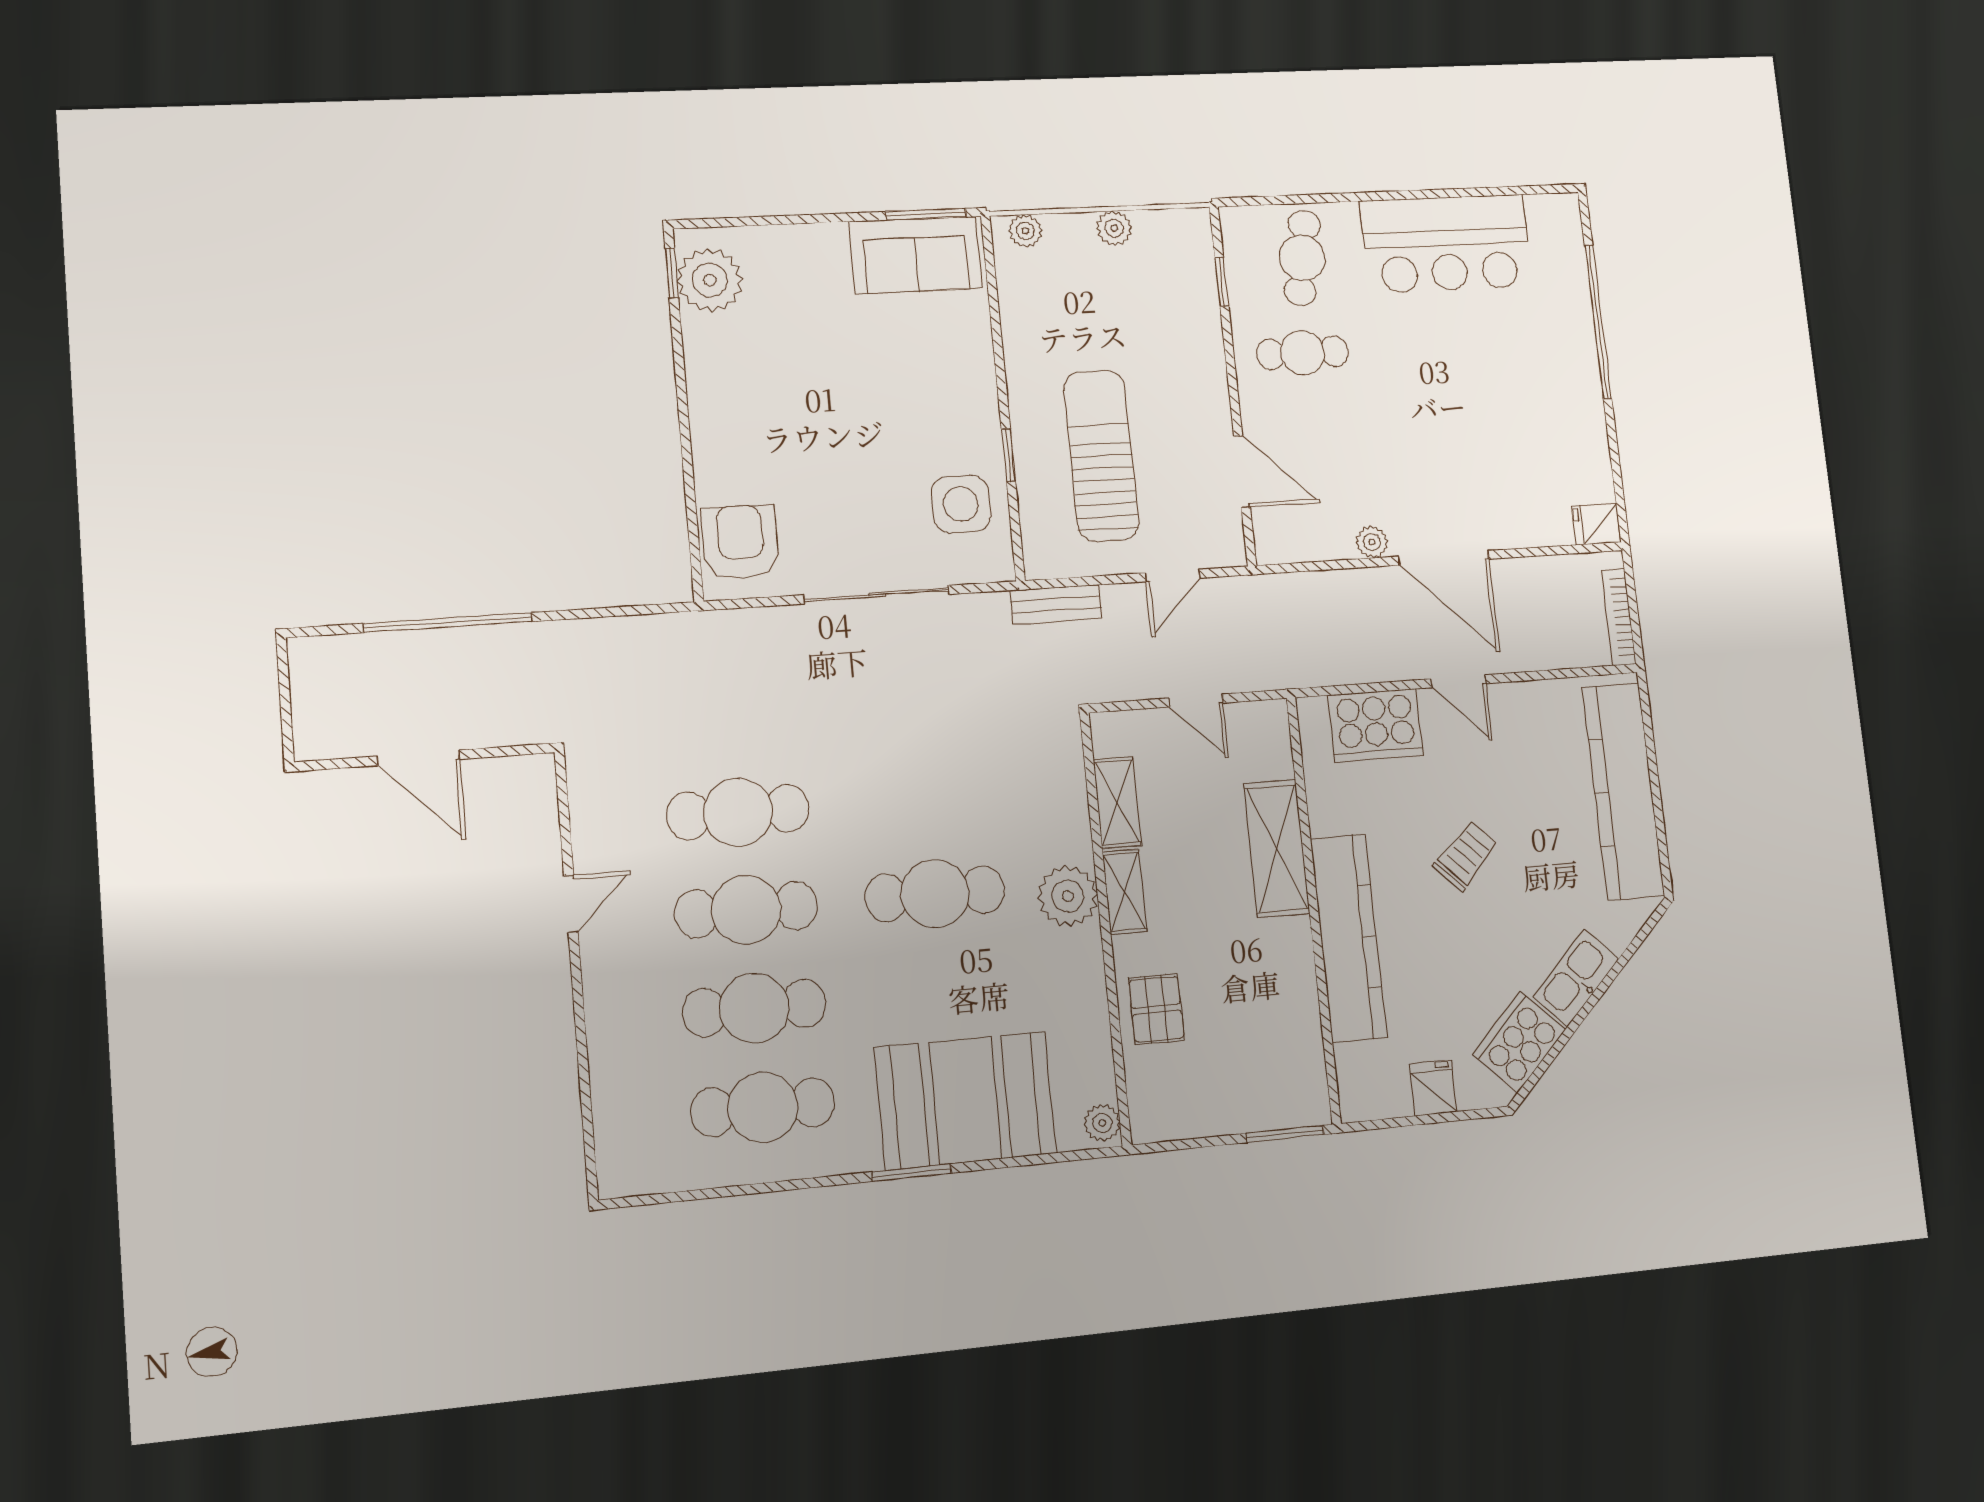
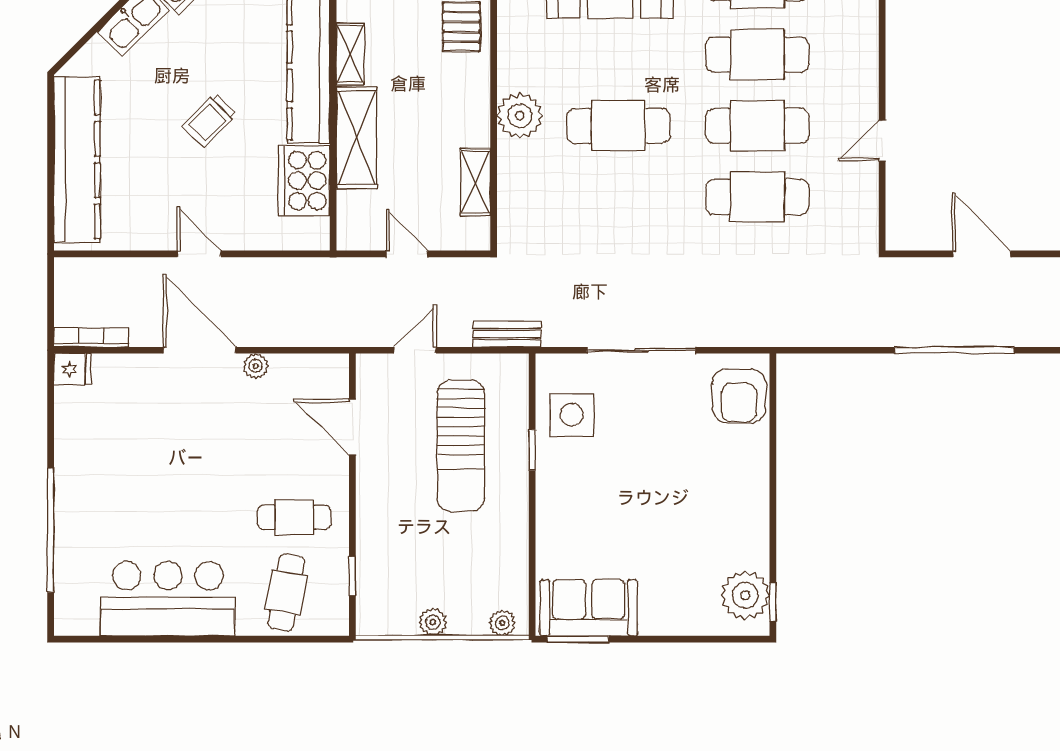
bookcase: (1619, 617) -> (91, 337), moved, turned -90
cooker: (1376, 725) -> (304, 181), moved, turned -90
shelving: (1124, 892) -> (350, 54), moved

